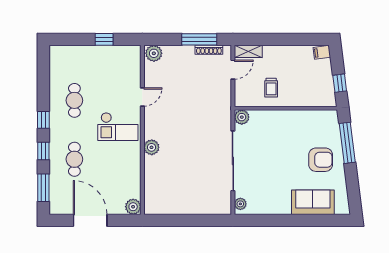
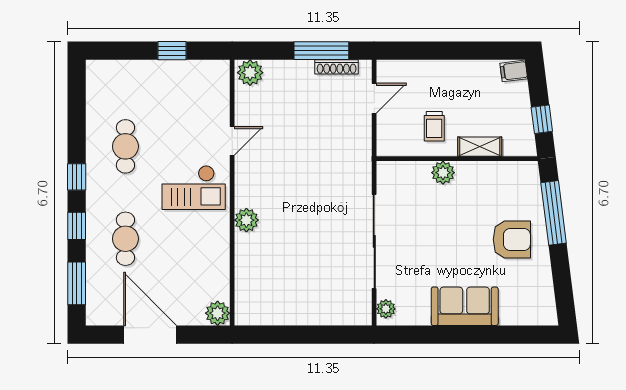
shelving: (248, 51) -> (480, 147), moved
plant: (242, 117) -> (443, 173), moved
sofa: (313, 202) -> (465, 306), moved

